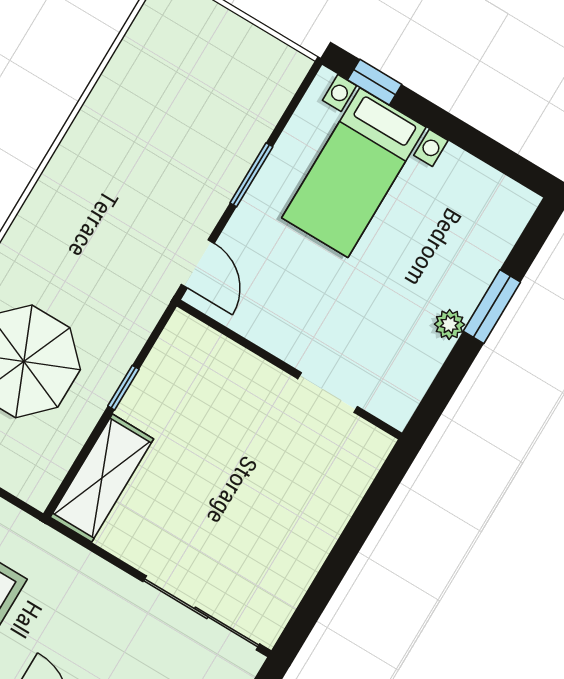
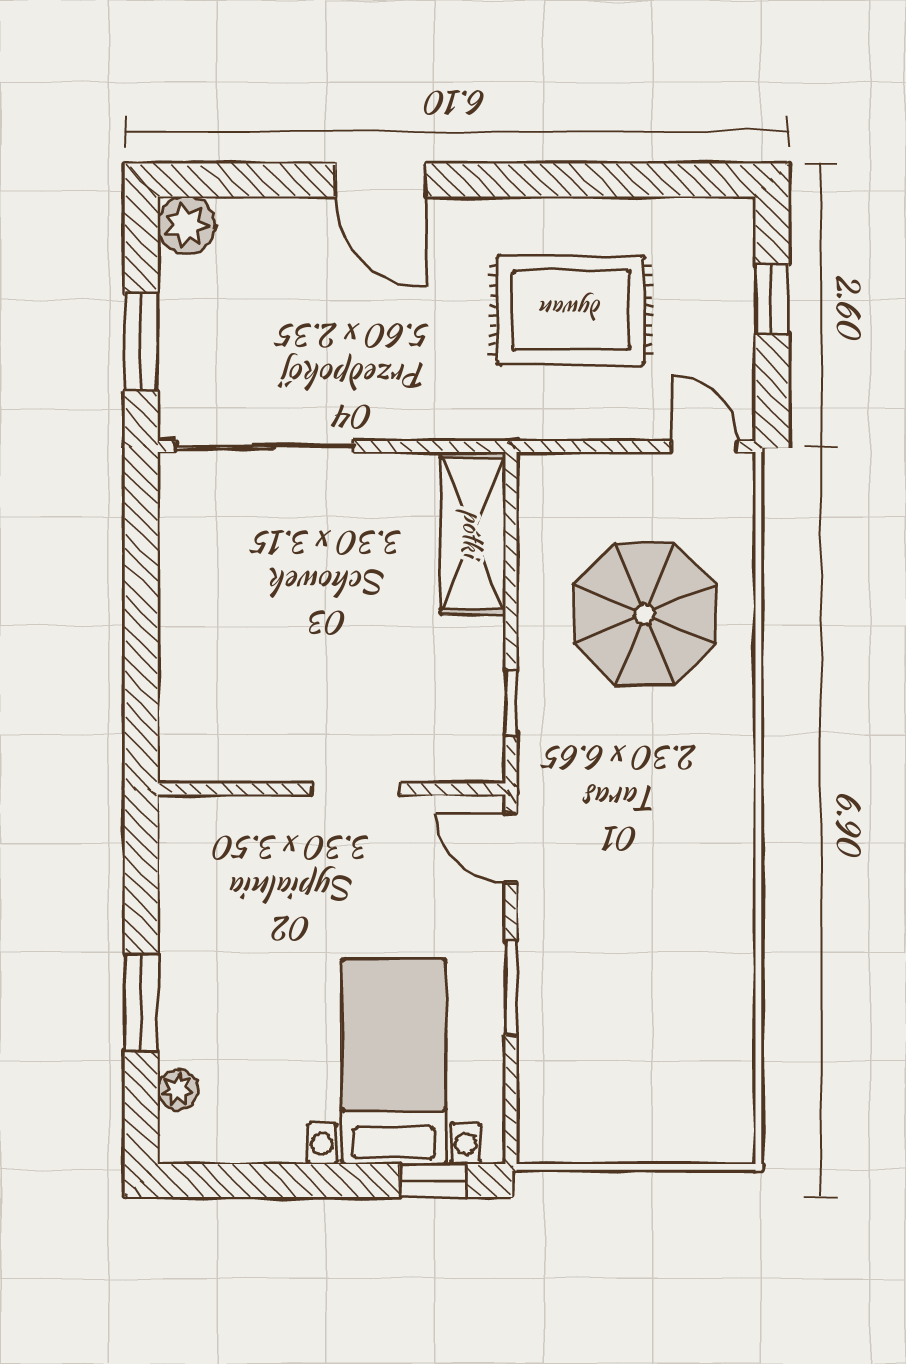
plant: (449, 324) -> (178, 1090), moved
window: (123, 388) -> (511, 703), moved
doorway: (328, 393) -> (356, 789), moved

